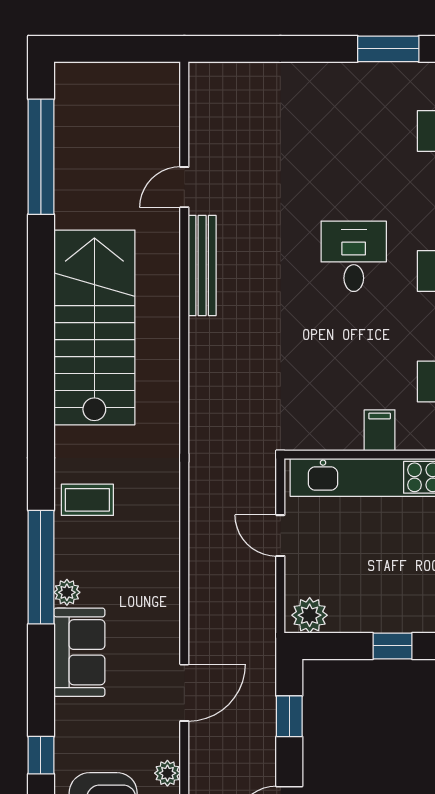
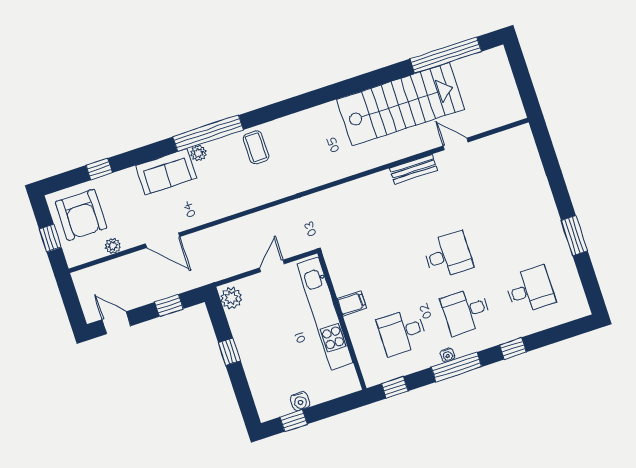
bench: (202, 266) -> (413, 169), width x0.73
stairs: (94, 327) -> (401, 104), moved

